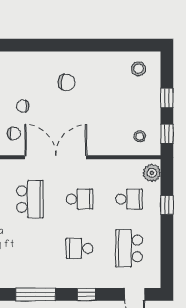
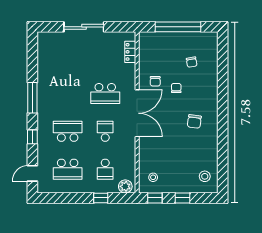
school desk: (79, 199) -> (105, 131), turned 180
school desk: (79, 248) -> (68, 131), width x1.85
school desk: (129, 248) -> (68, 169), turned 180

